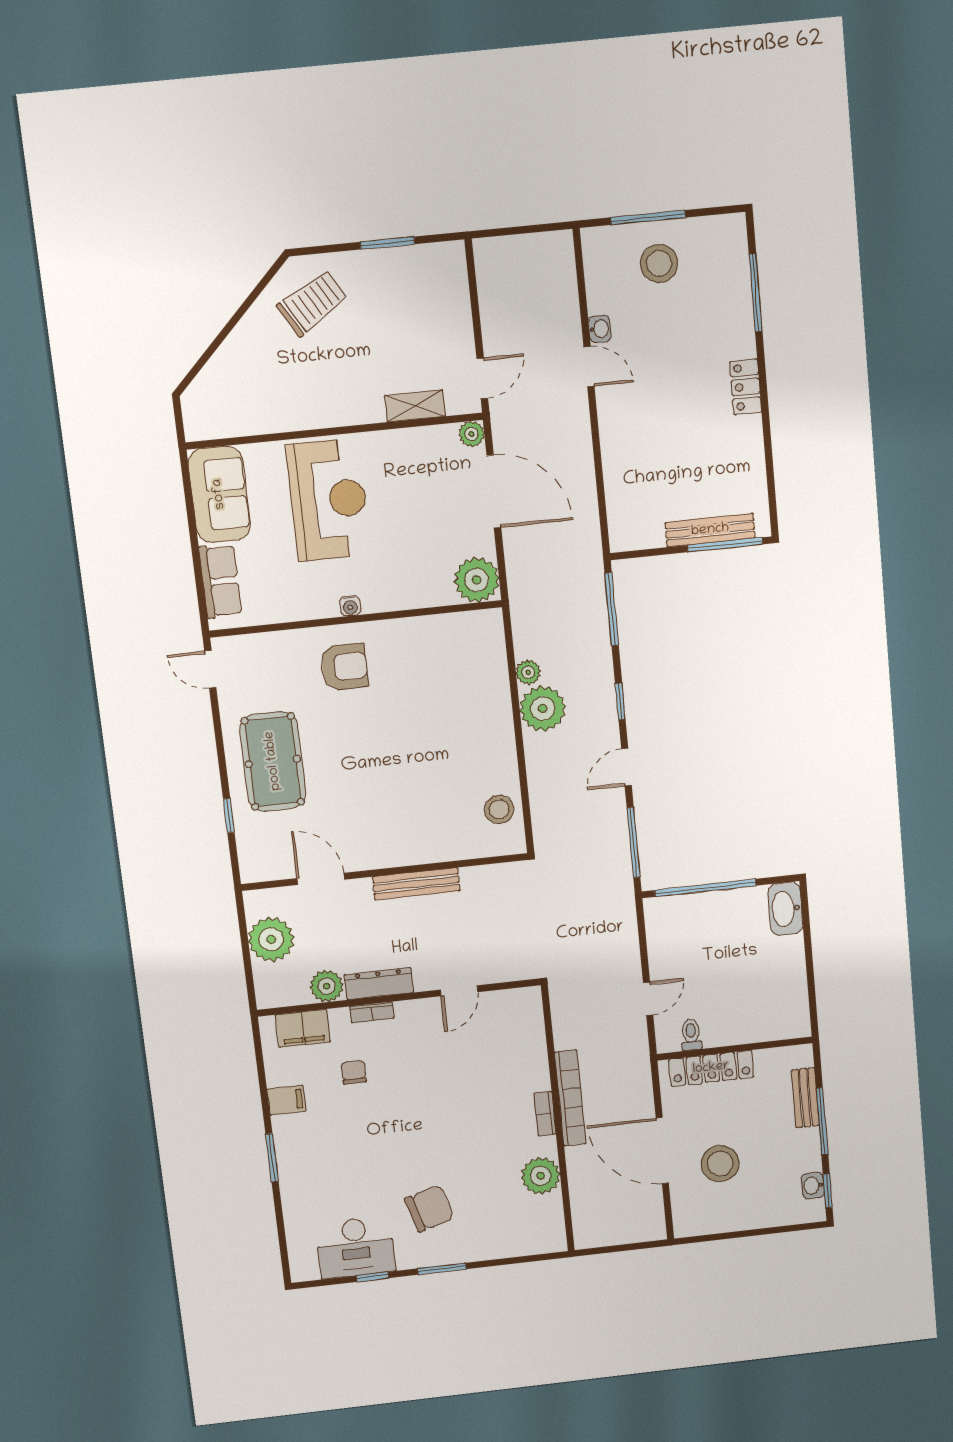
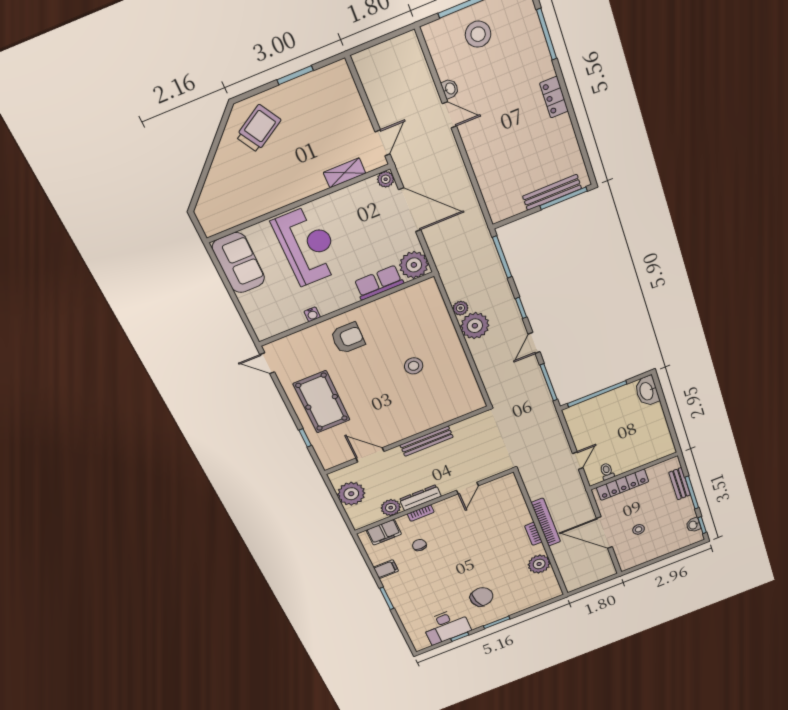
row of seats: (220, 581) -> (379, 283), moved, turned -90
water cooler: (350, 606) -> (312, 314), moved
stool: (499, 809) -> (414, 366), moved
stool: (720, 1164) -> (639, 529), width x0.53, depth x0.53

